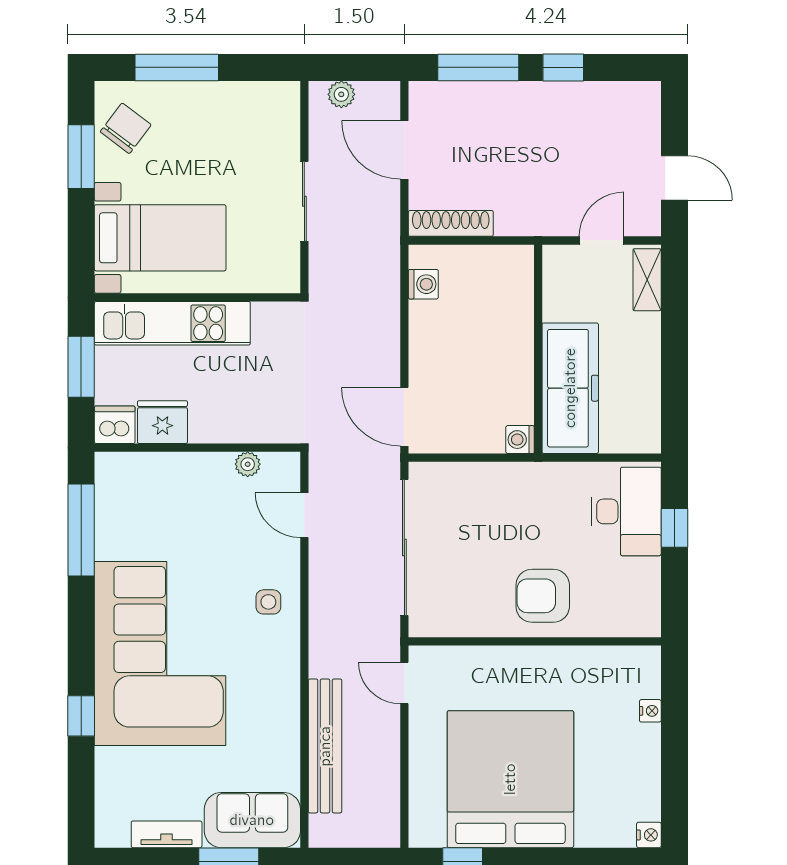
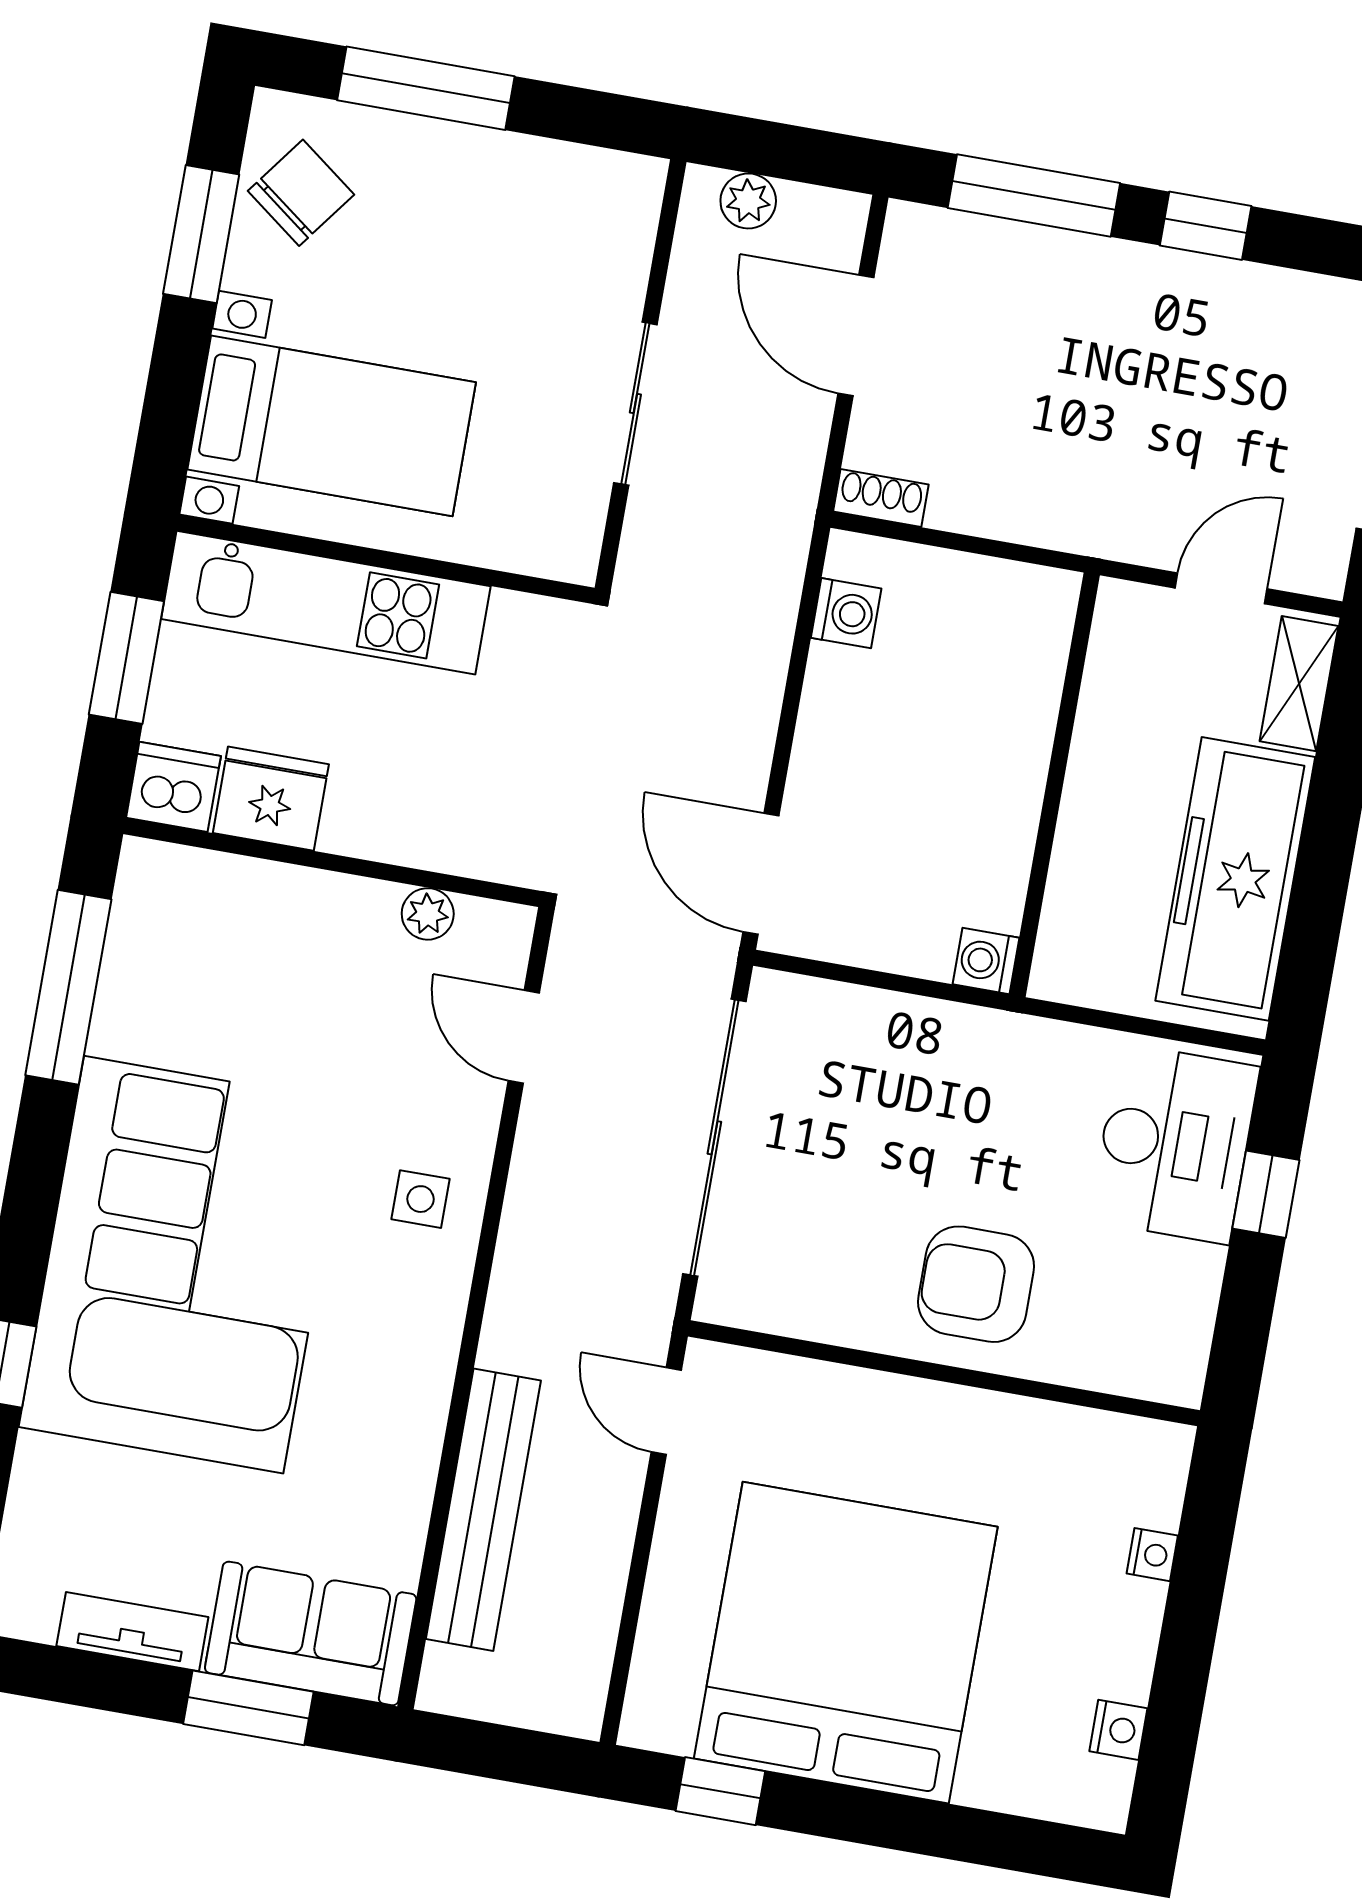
shoe rack: (451, 223) -> (881, 498), width x0.51, depth x0.81
freezer: (570, 388) -> (1235, 879), moved, turned 180
nightstand: (649, 835) -> (1118, 1730), moved

